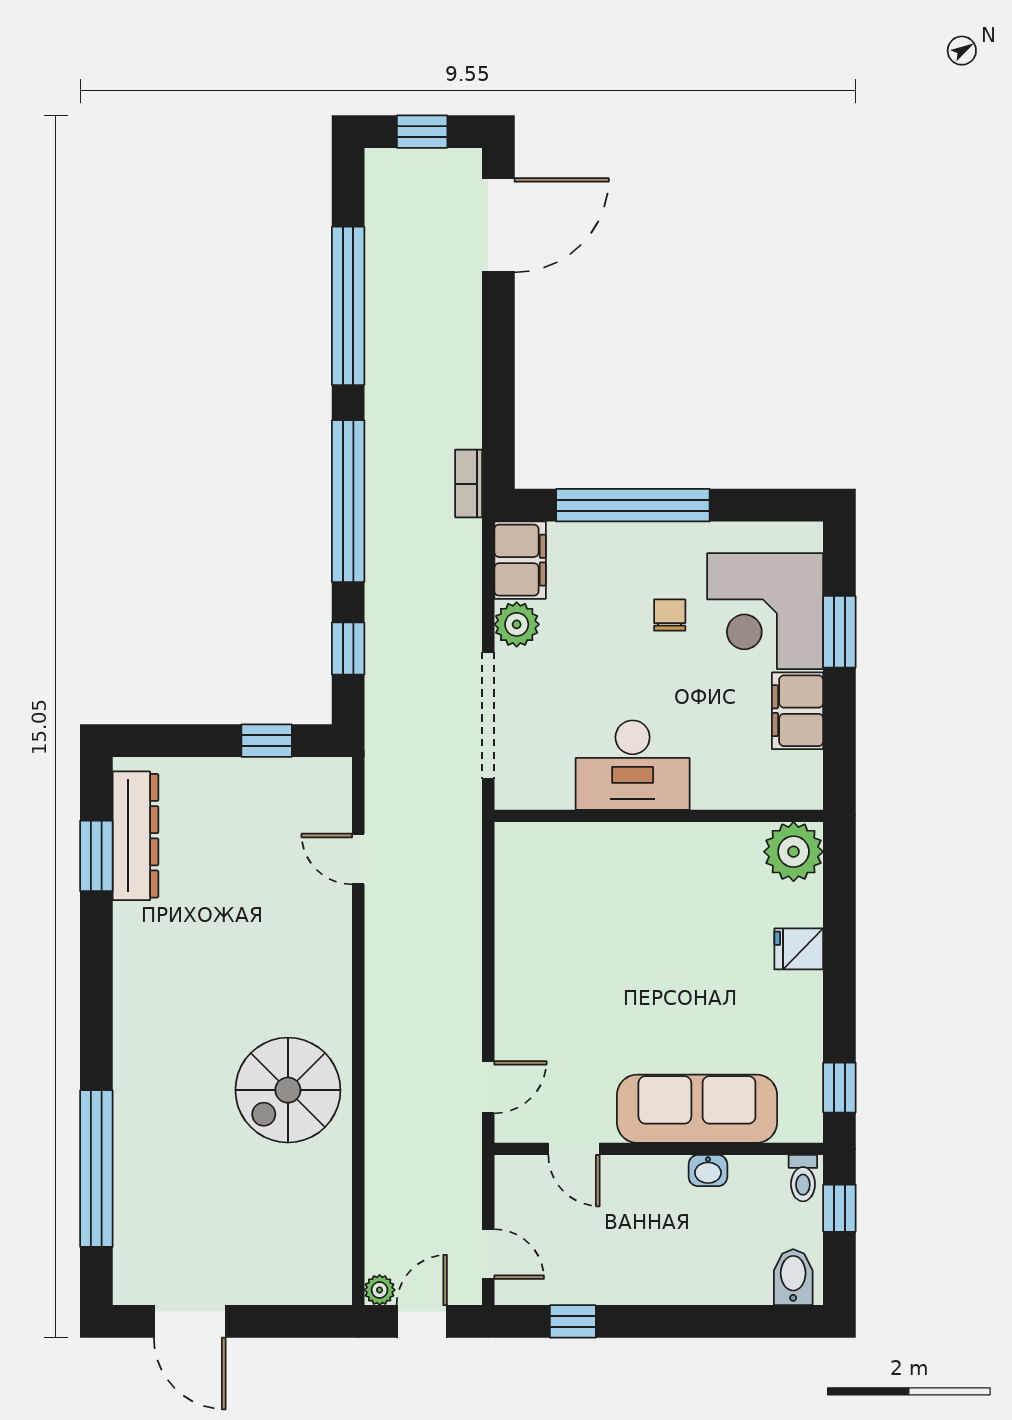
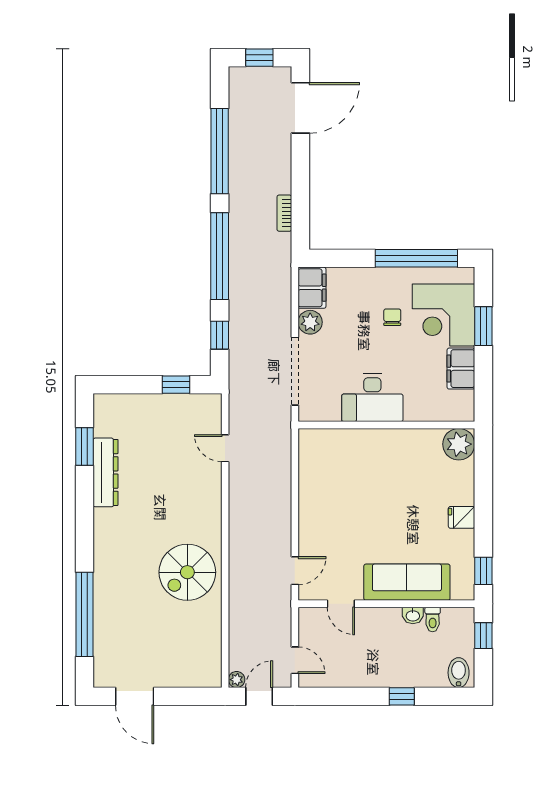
bookcase: (469, 484) -> (284, 213), moved
window: (633, 505) -> (416, 258), moved
dresser: (136, 836) -> (106, 472), moved
fridge: (799, 949) -> (462, 517), moved
toilet: (803, 1178) -> (433, 619), moved
window: (573, 1321) -> (402, 696), moved

